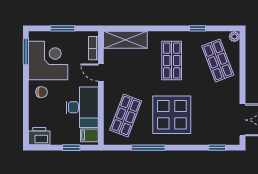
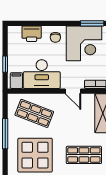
door: (101, 73) -> (73, 91), swing flipped
printer: (39, 136) -> (32, 34), moved, turned 90

